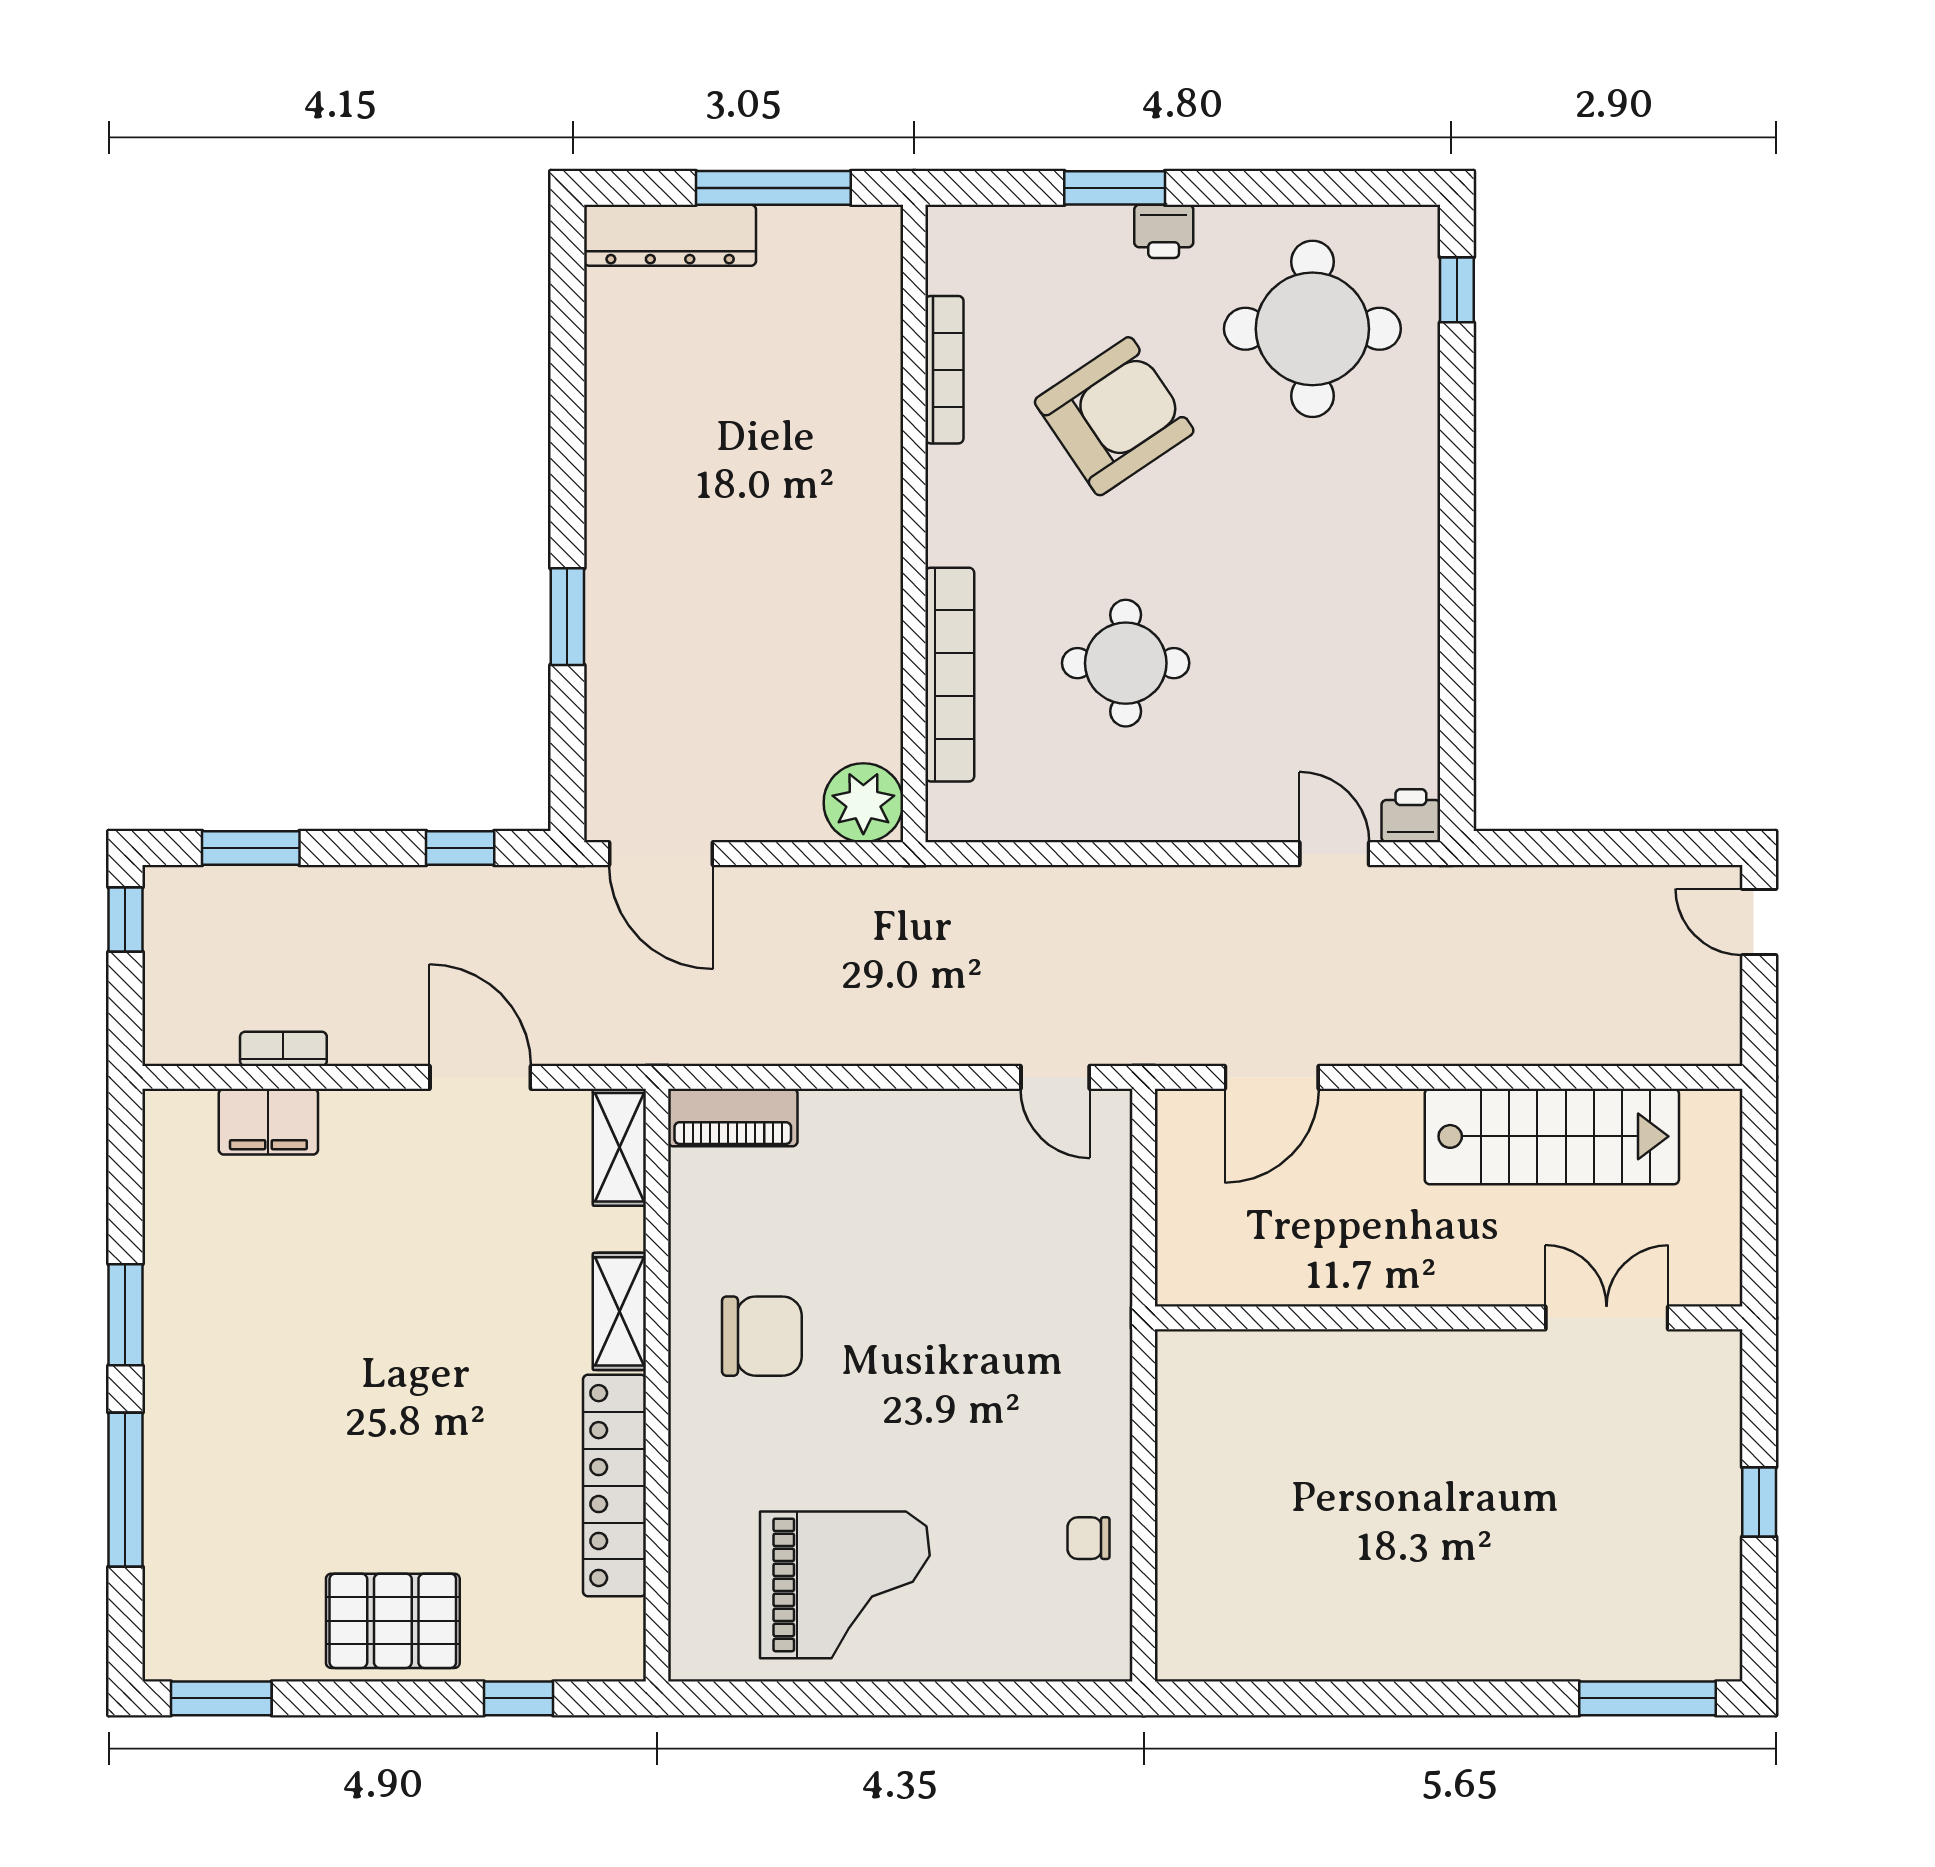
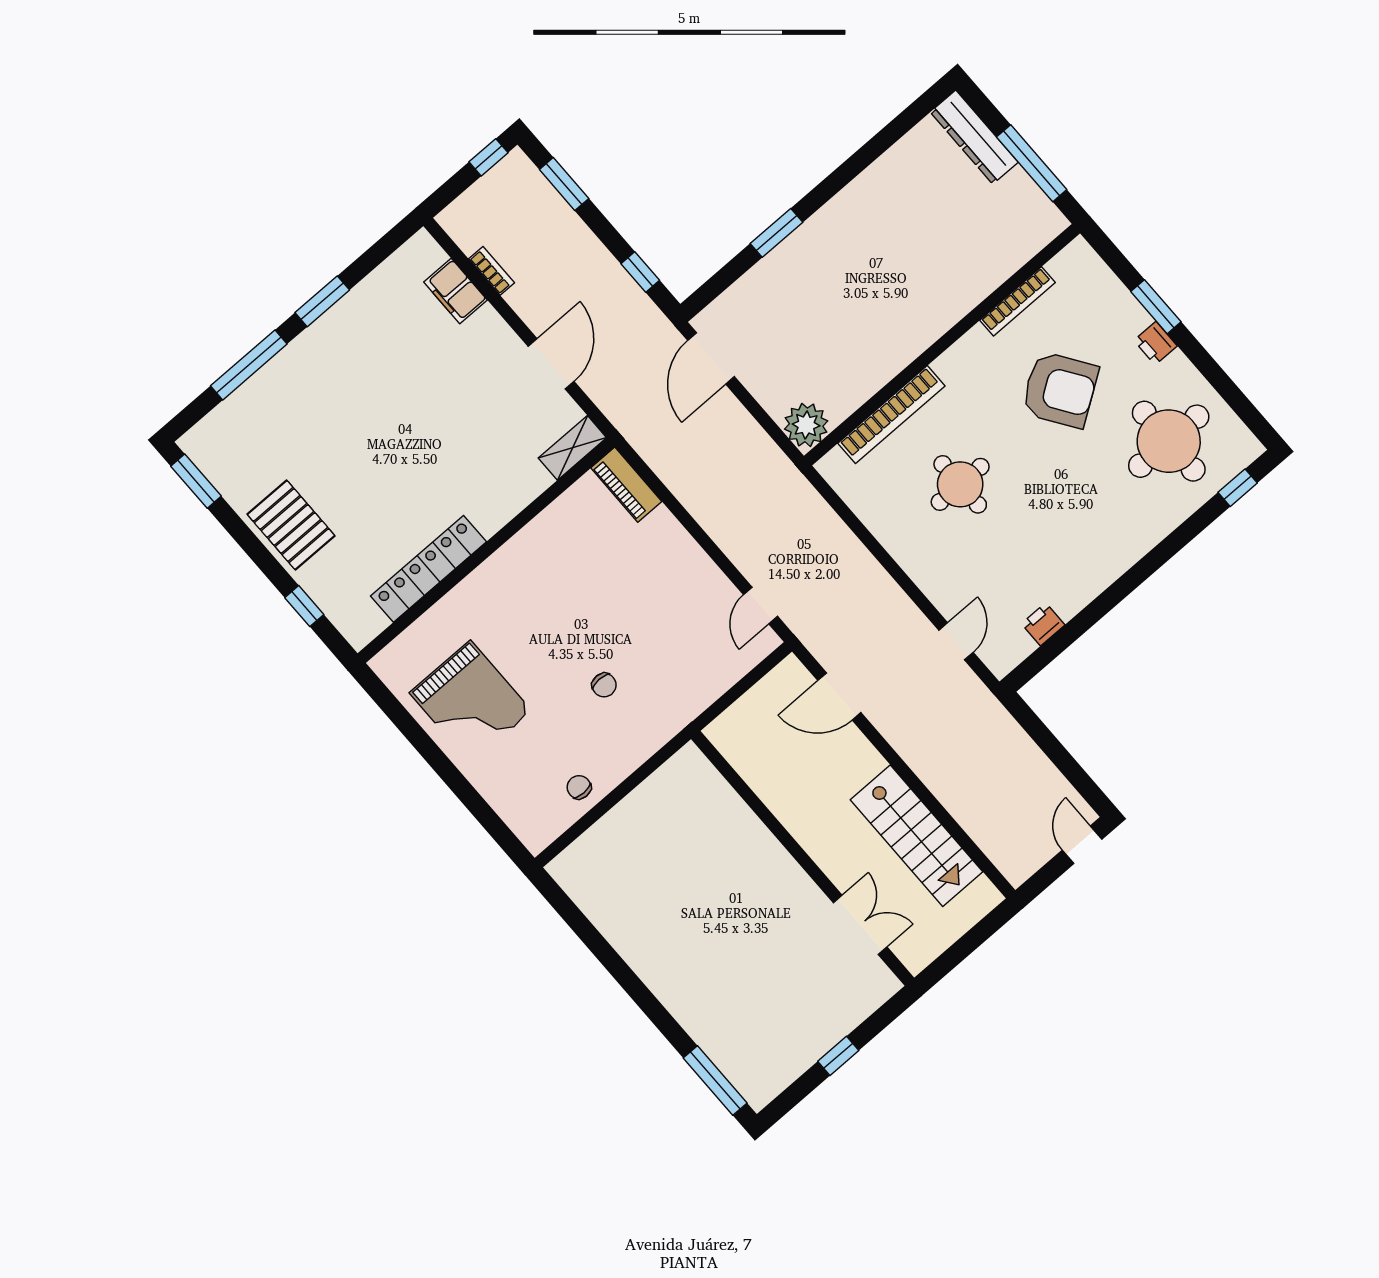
printer: (1411, 816) -> (1043, 624), moved, turned -90
shelving: (619, 1311) -> (503, 508), removed
chair: (762, 1336) -> (604, 685), moved, width x0.54, depth x0.54

